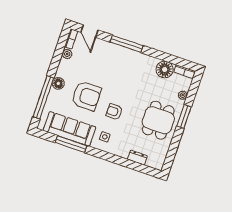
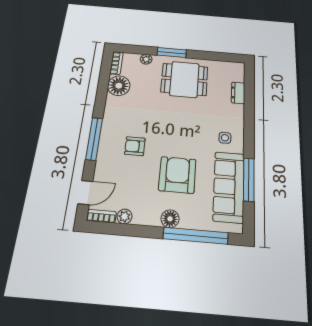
armchair: (114, 112) -> (135, 146), moved, turned 90

